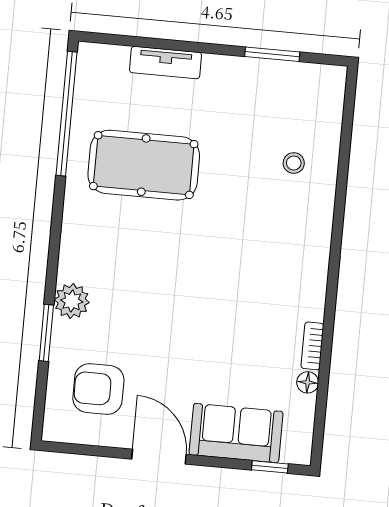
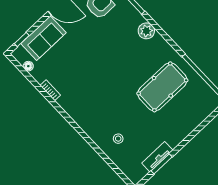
tv unit: (166, 63) -> (157, 157), moved
plant: (72, 301) -> (146, 31), moved
floor lamp: (308, 382) -> (28, 66), moved

